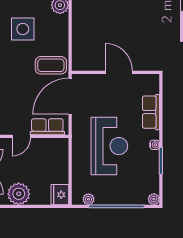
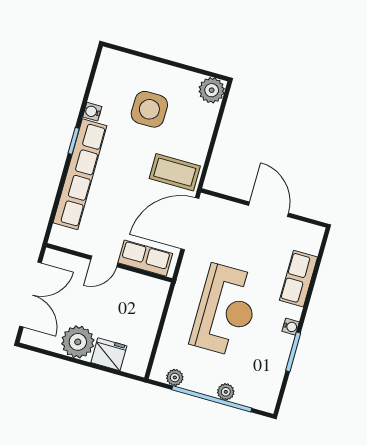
fridge: (60, 195) -> (109, 354), moved, turned 90
plant: (154, 199) -> (226, 392), moved

